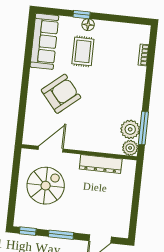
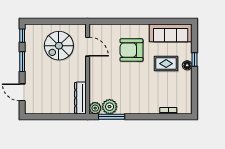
armchair: (61, 94) -> (131, 50), turned 130
dresser: (101, 164) -> (80, 98), moved
spiral stairs: (46, 186) -> (59, 46), turned 90

